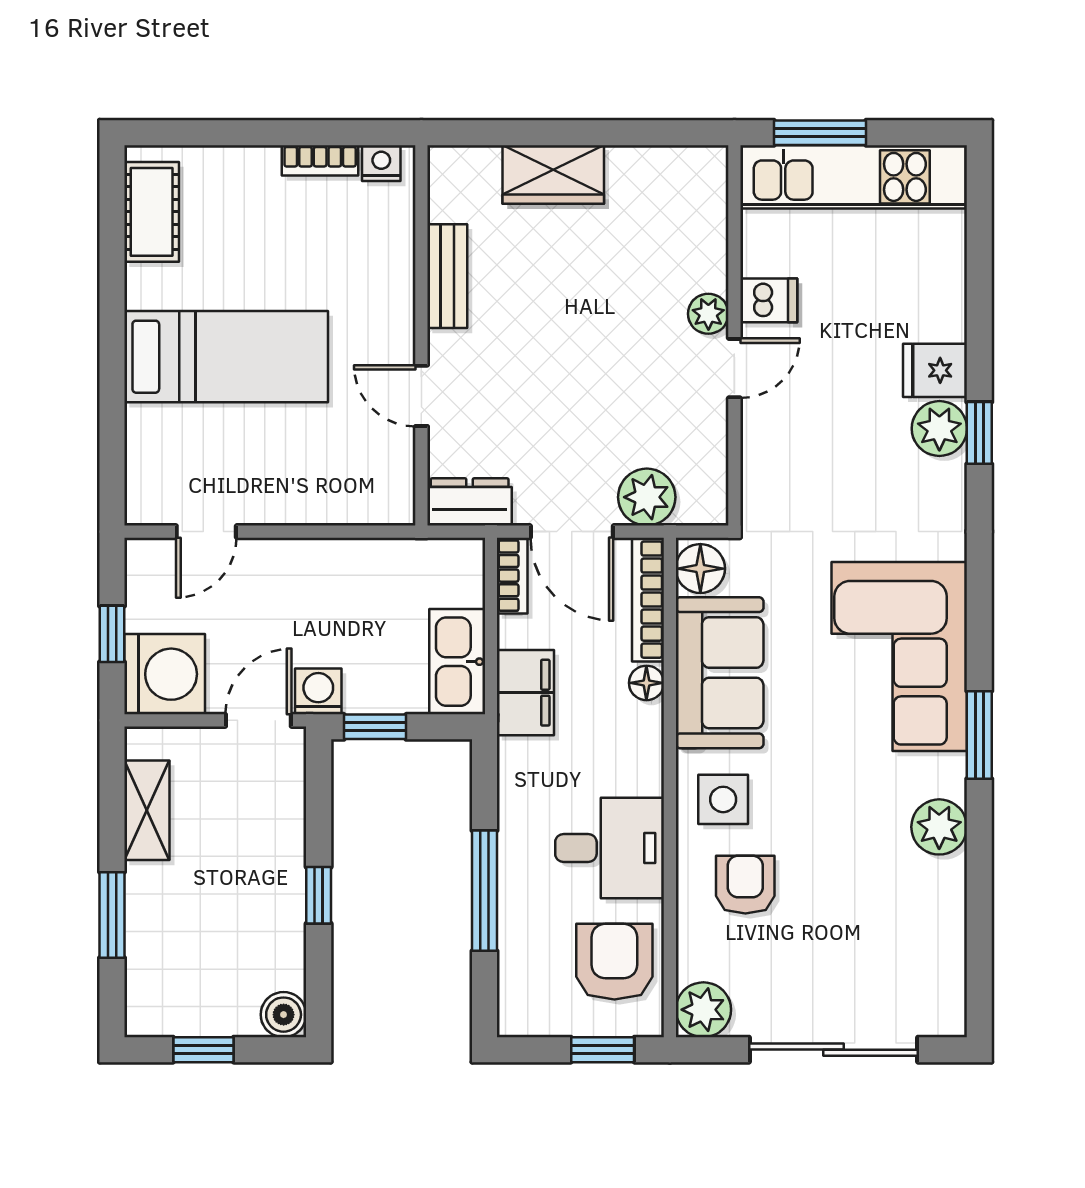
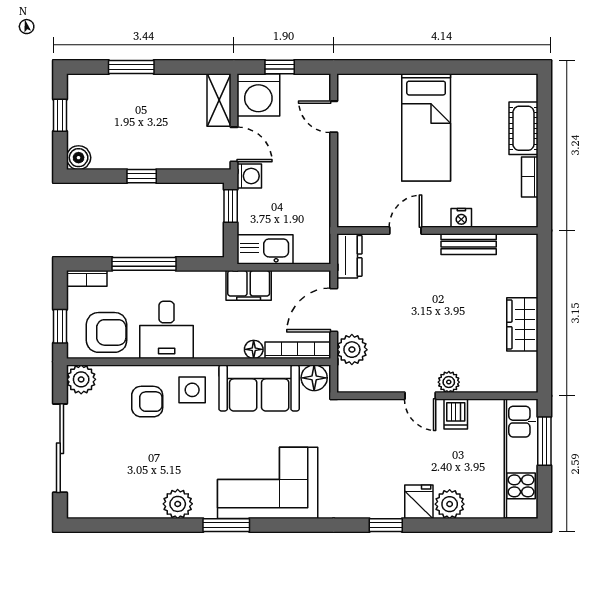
nightstand: (381, 163) -> (461, 218), moved, turned 90
wardrobe: (553, 175) -> (522, 324), moved
cot: (152, 212) -> (523, 128), moved, turned 90
plant: (939, 429) -> (450, 504), moved
bookcase: (512, 576) -> (87, 278), moved
shelving: (147, 810) -> (219, 100), moved, turned 90

